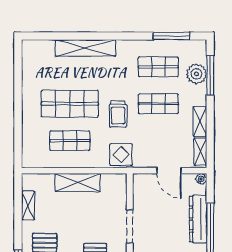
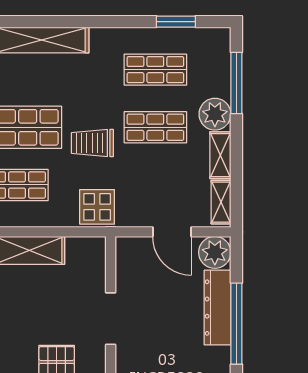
window: (171, 36) -> (176, 22), width x0.69
plant: (196, 74) -> (215, 114), moved
trolley: (118, 114) -> (92, 143), turned 90
plant: (201, 179) -> (215, 252), width x1.88, depth x1.88

